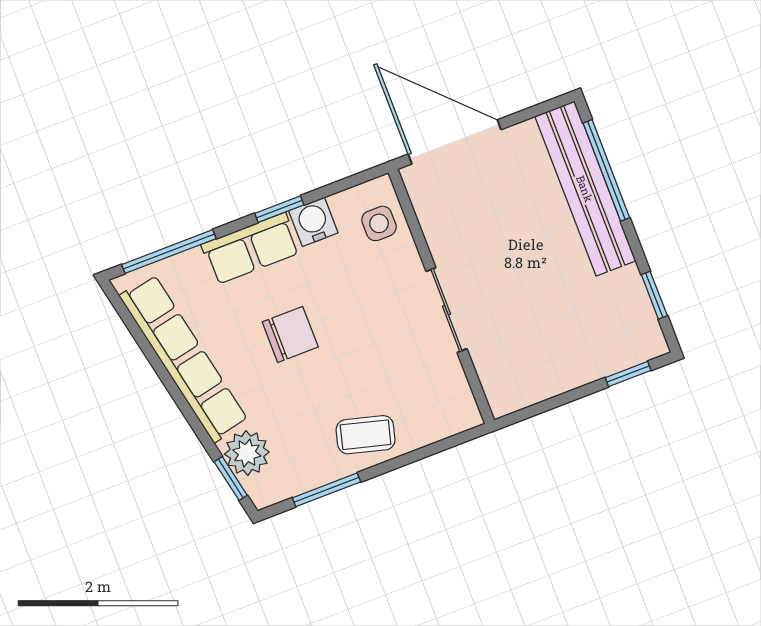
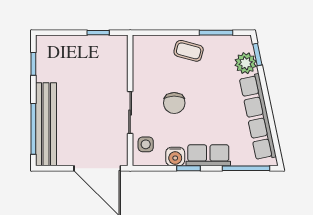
sliding door: (447, 310) -> (130, 113), moved
chair: (290, 334) -> (174, 103), moved, turned -90
window: (628, 374) -> (98, 33), moved

